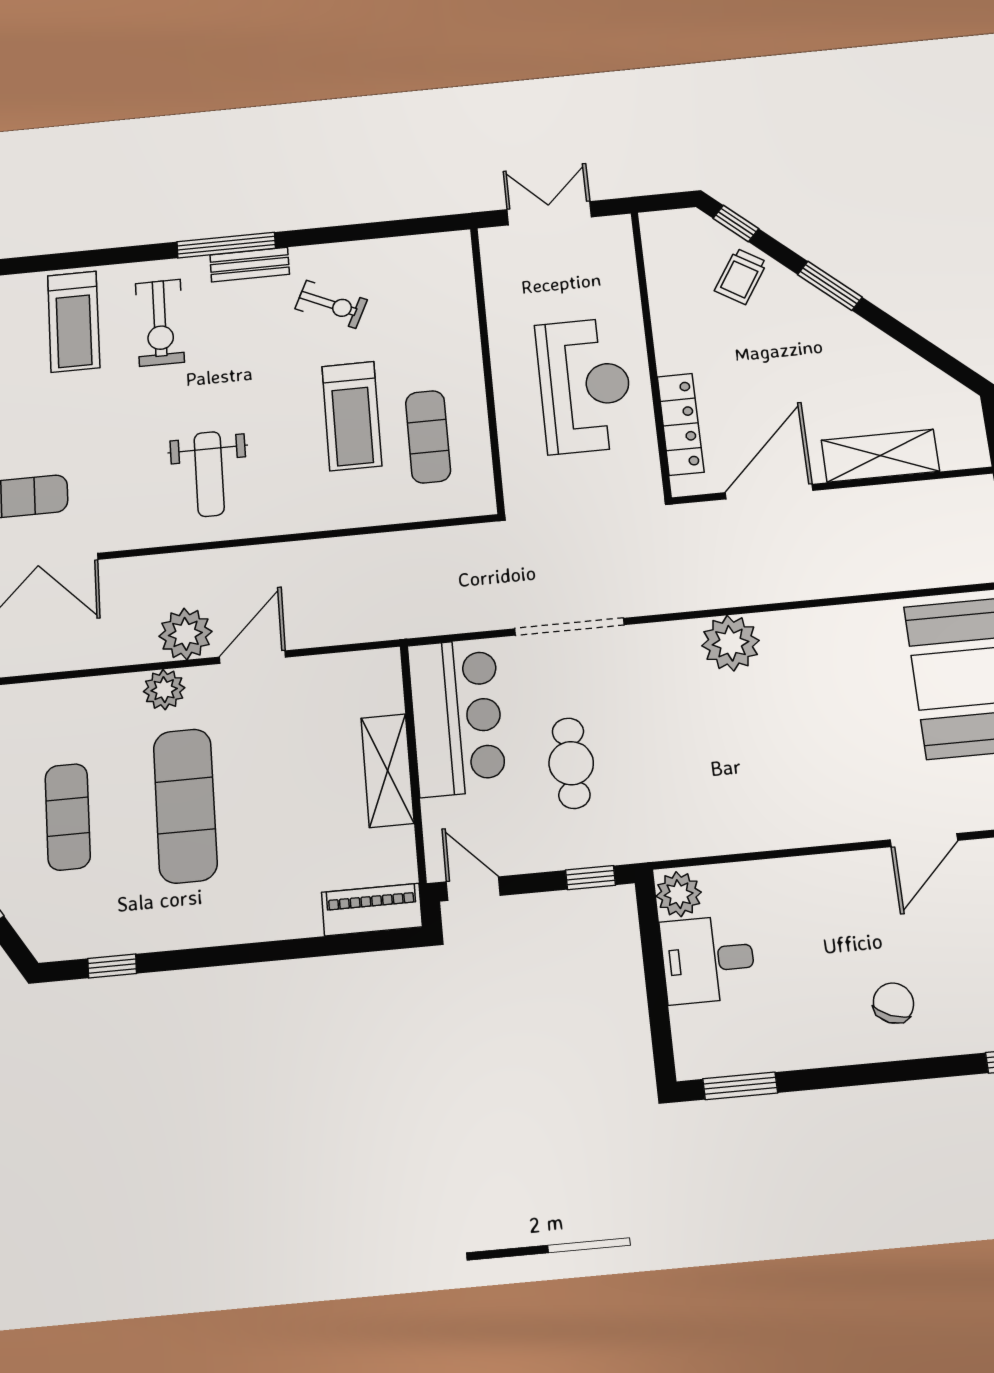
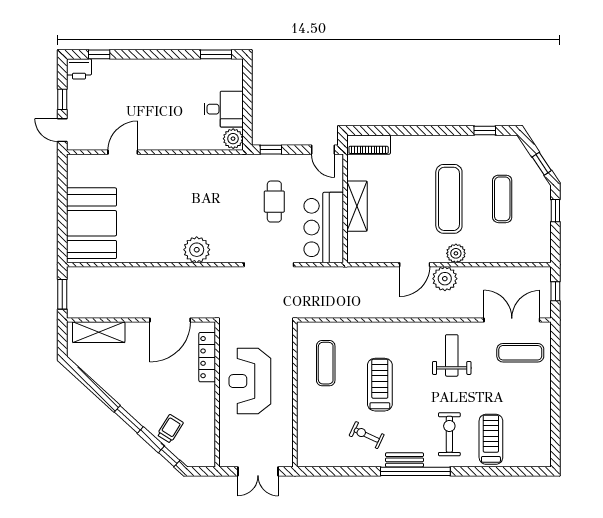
window: (226, 245) -> (415, 471), width x1.46
treadmill: (352, 416) -> (380, 385), moved
shelving: (880, 456) -> (99, 332), moved
weight bench: (209, 474) -> (452, 355), moved
chair: (893, 1003) -> (146, 83), removed

